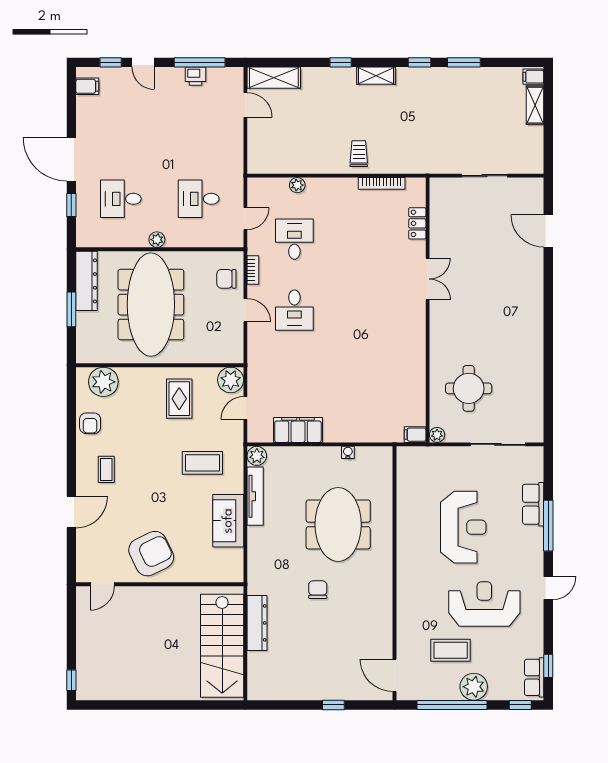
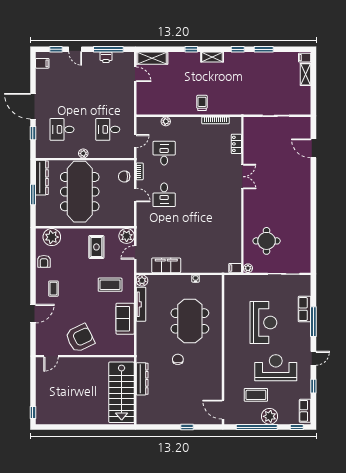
window: (548, 666) -> (313, 386), moved

